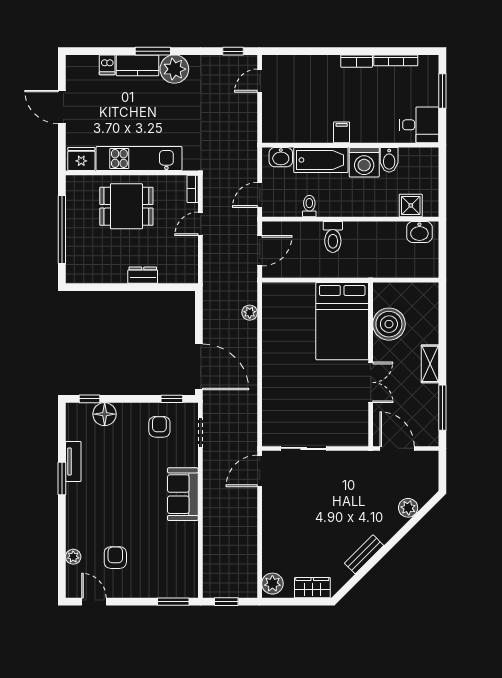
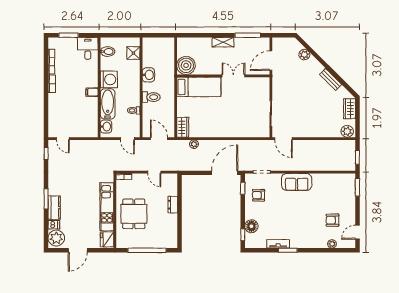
plant: (174, 69) -> (56, 238), moved
bidet: (389, 160) -> (108, 52), moved
door: (200, 224) -> (154, 172), moved
washbasin: (419, 232) -> (148, 75), moved
wardrobe: (280, 293) -> (183, 127), added
bed: (342, 321) -> (199, 87), width x0.67
boiler: (389, 324) -> (186, 65), moved

